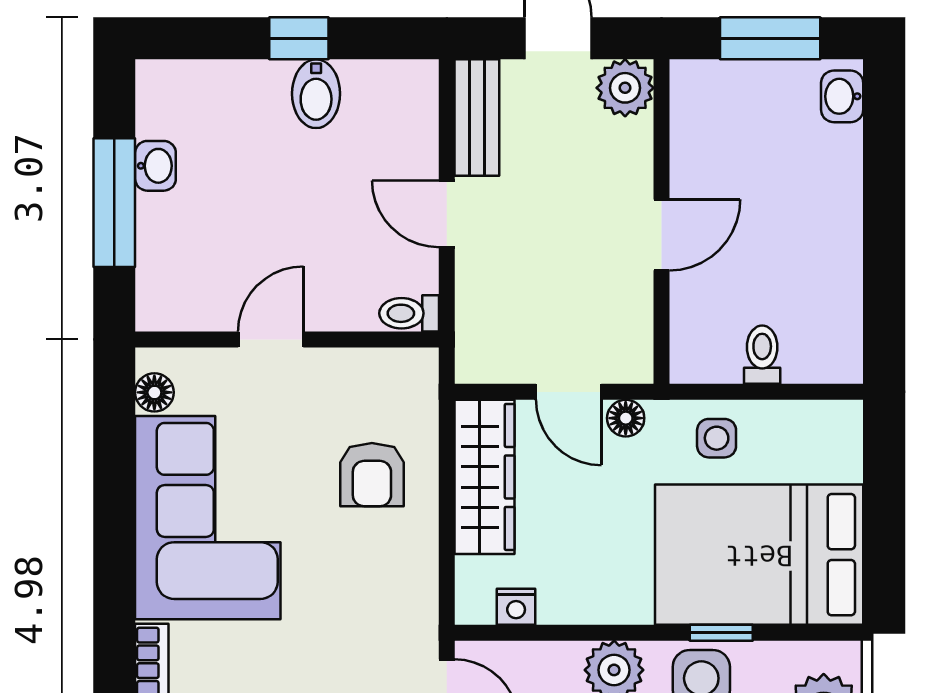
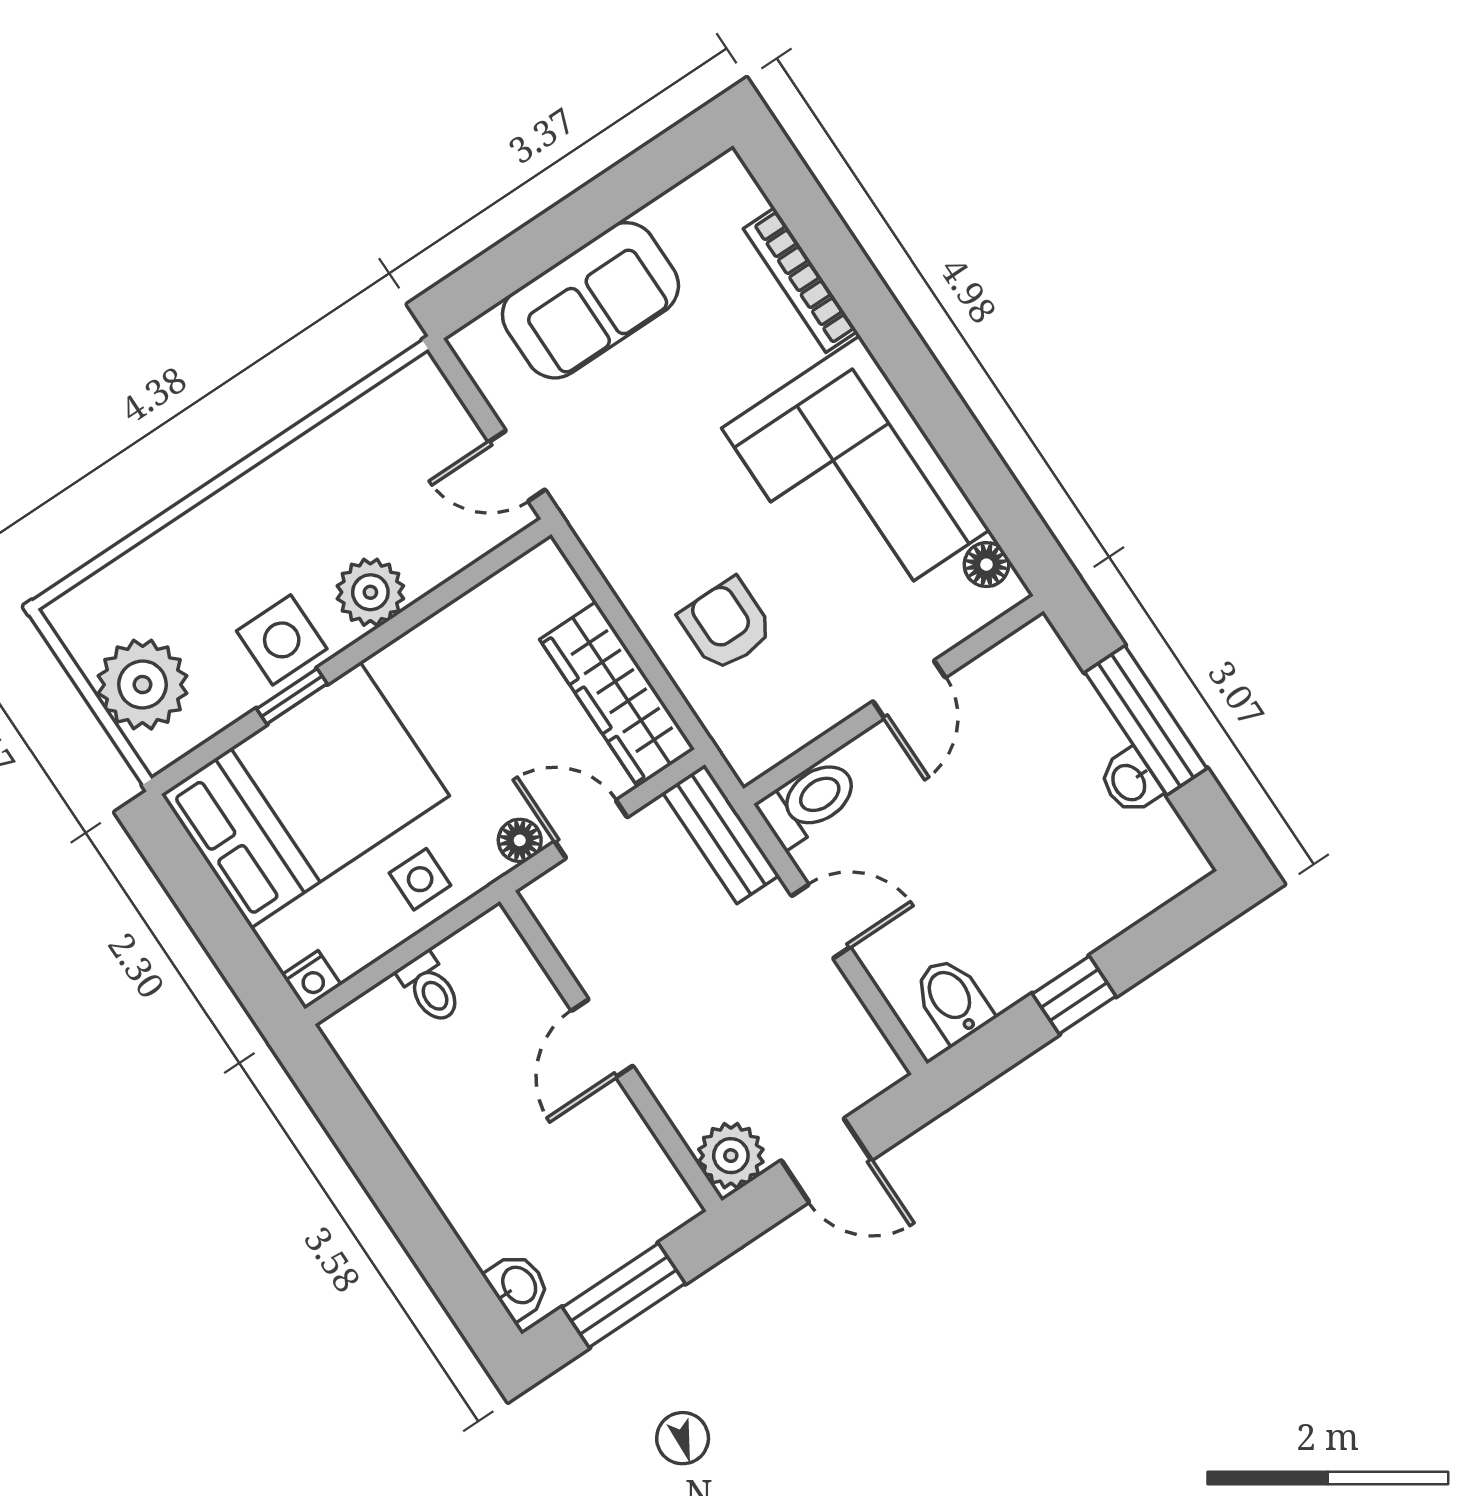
bidet: (316, 94) -> (952, 1000), moved
bench: (477, 118) -> (721, 834), moved
toilet: (409, 313) -> (809, 802), width x1.37, depth x1.39
nightstand: (516, 607) -> (311, 980), moved, turned 180

